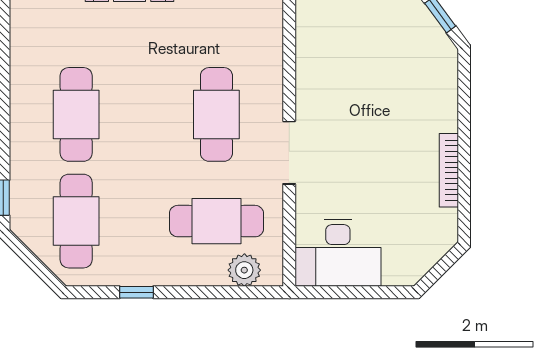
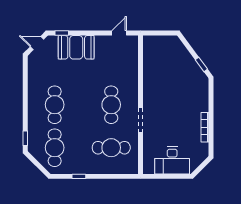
desk: (338, 253) -> (172, 160), moved
plant: (244, 270) -> (122, 167), removed

